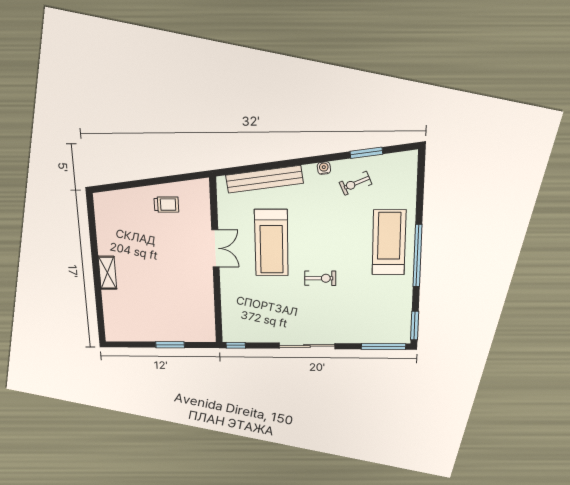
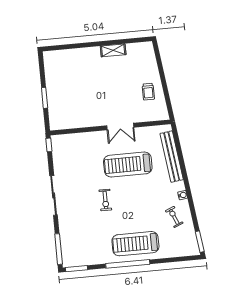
window: (366, 153) -> (200, 242), moved
treadmill: (389, 242) -> (135, 244), turned 180
shelving: (107, 273) -> (113, 50), moved

